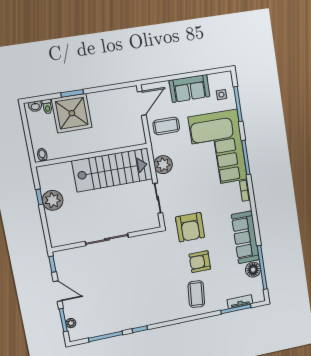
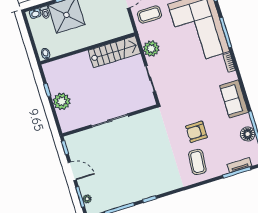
stairs: (112, 170) -> (114, 52), width x0.73, depth x0.66
plant: (53, 200) -> (62, 101), moved
armchair: (190, 227) -> (183, 101), removed
sofa: (245, 237) -> (234, 99), width x0.73

